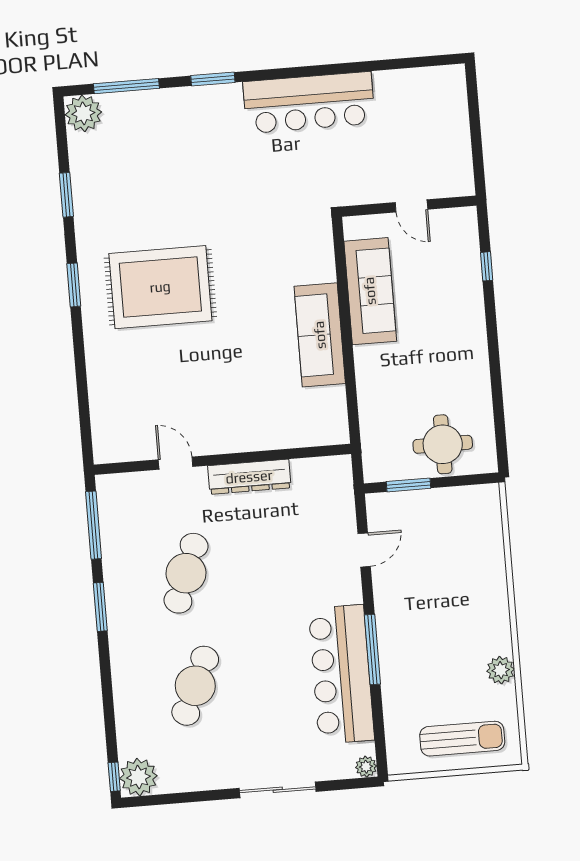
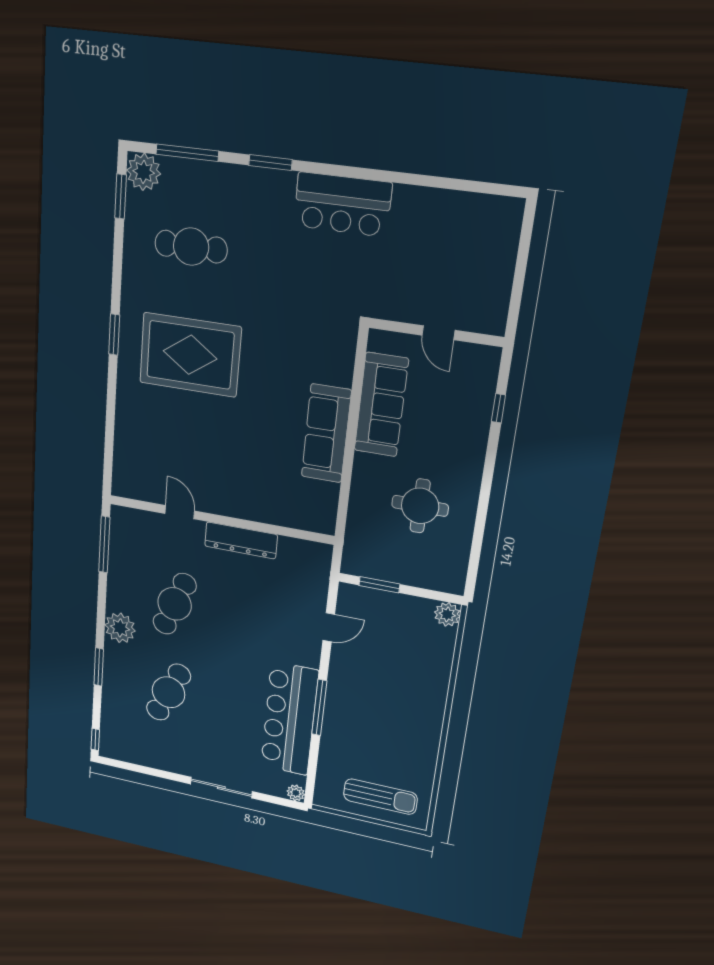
bar counter: (309, 103) -> (342, 204), width x0.73
cafe table: (144, 176) -> (191, 247), added
window: (66, 195) -> (121, 197), moved
round table: (443, 444) -> (420, 506), moved
window: (100, 607) -> (99, 667), moved
plant: (501, 670) -> (447, 614), moved
plant: (138, 777) -> (120, 628), moved

